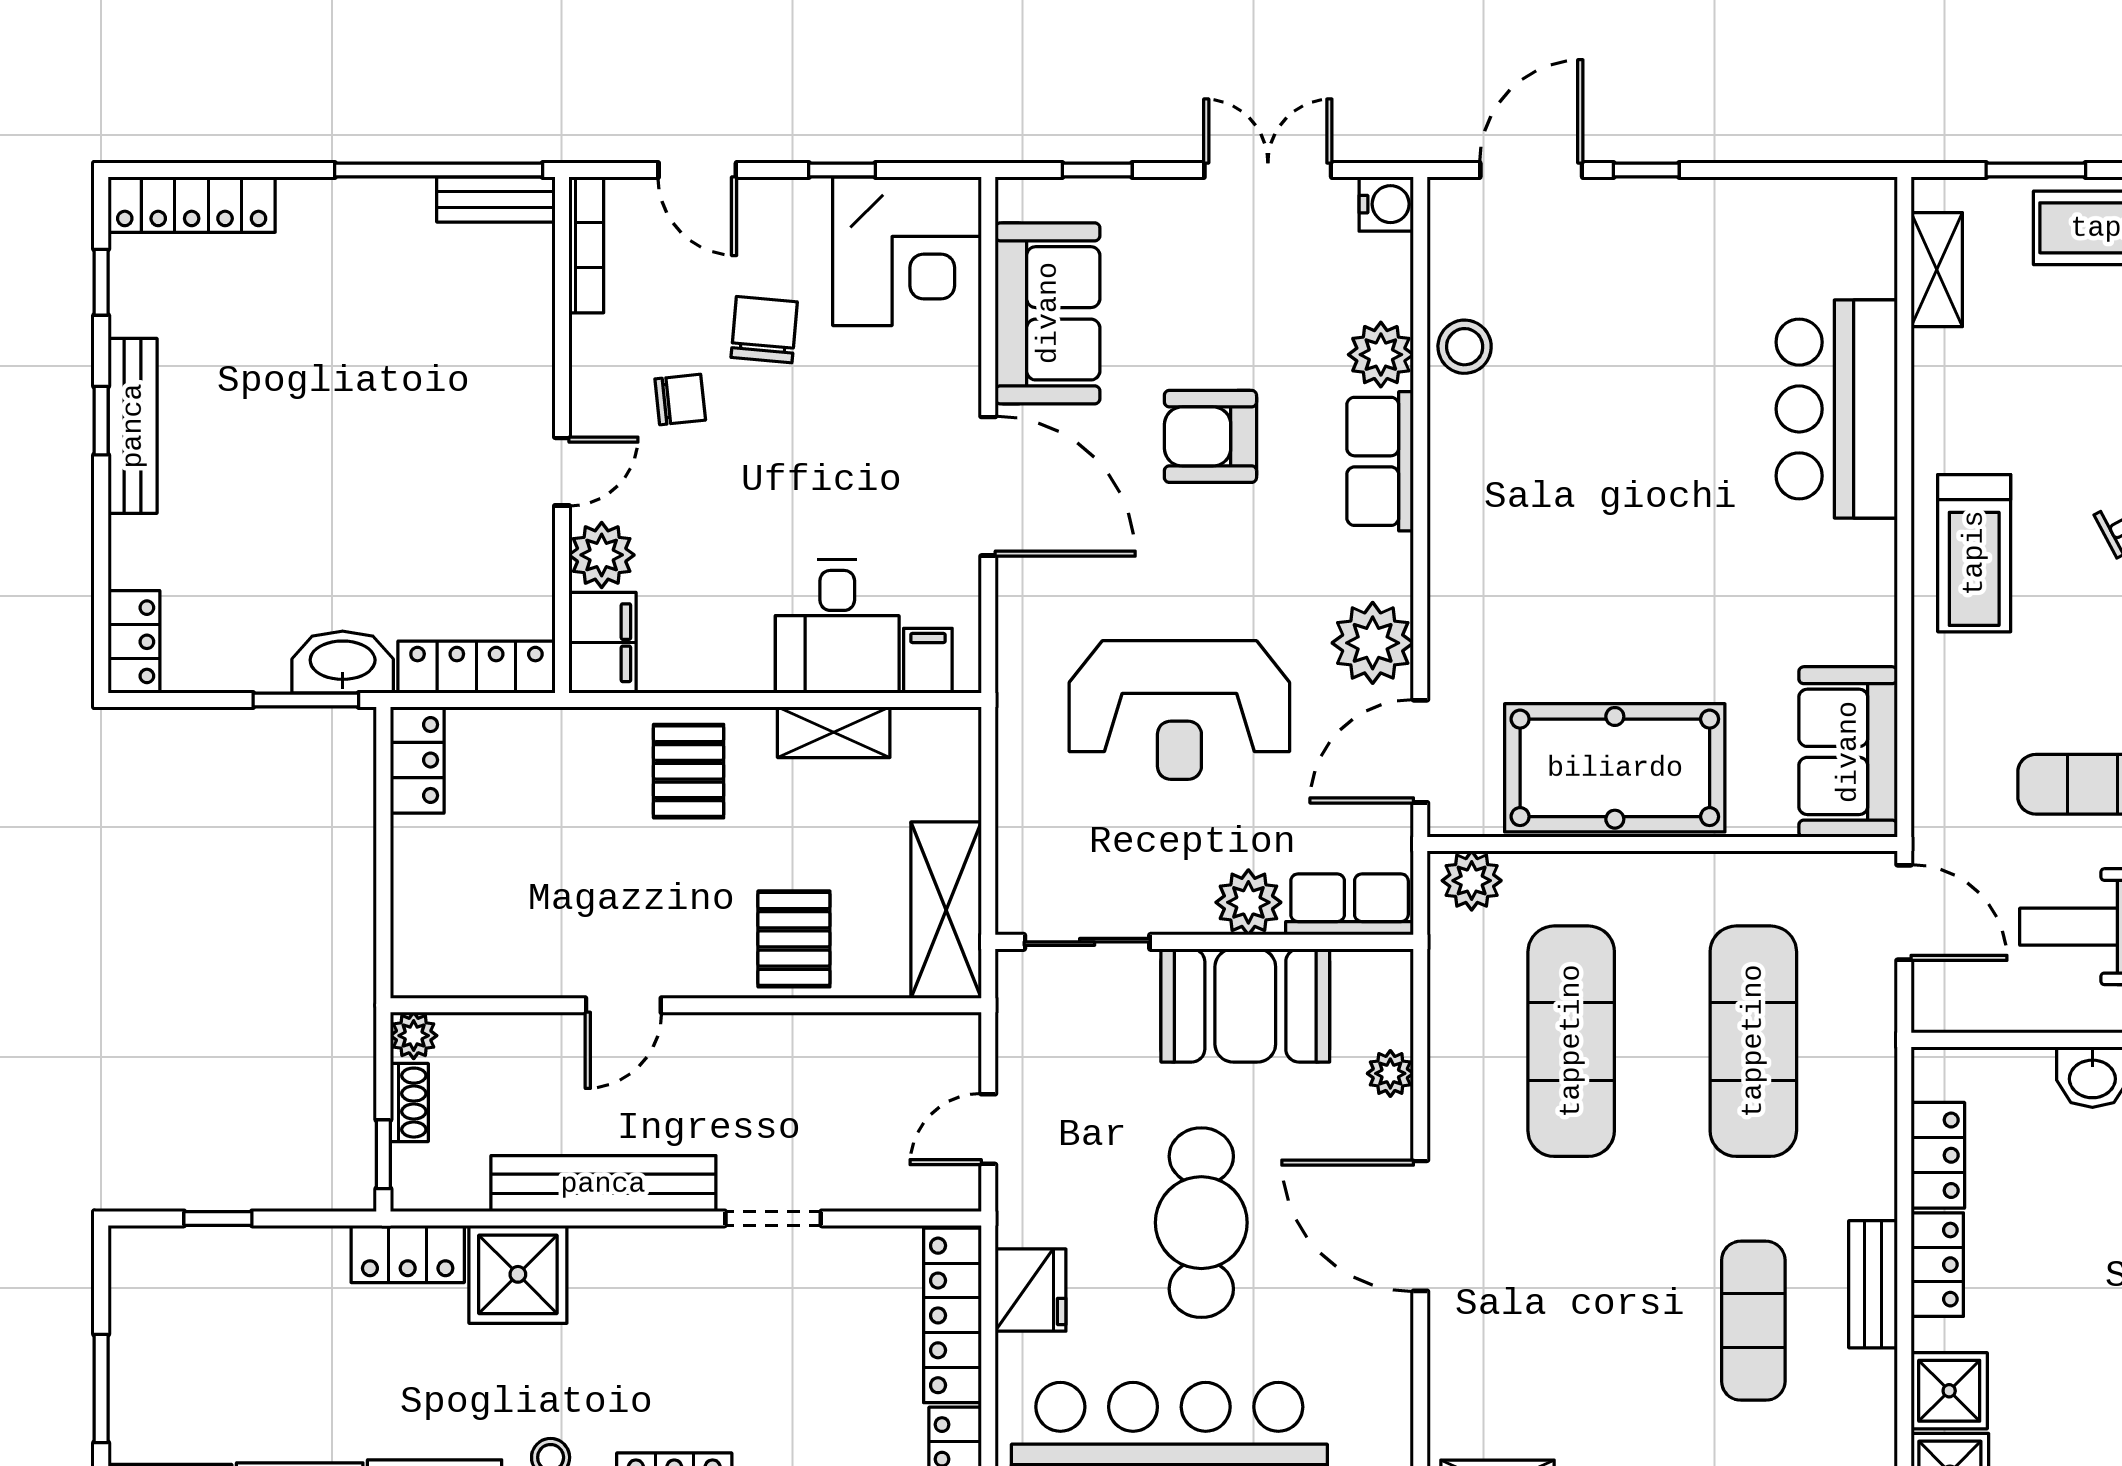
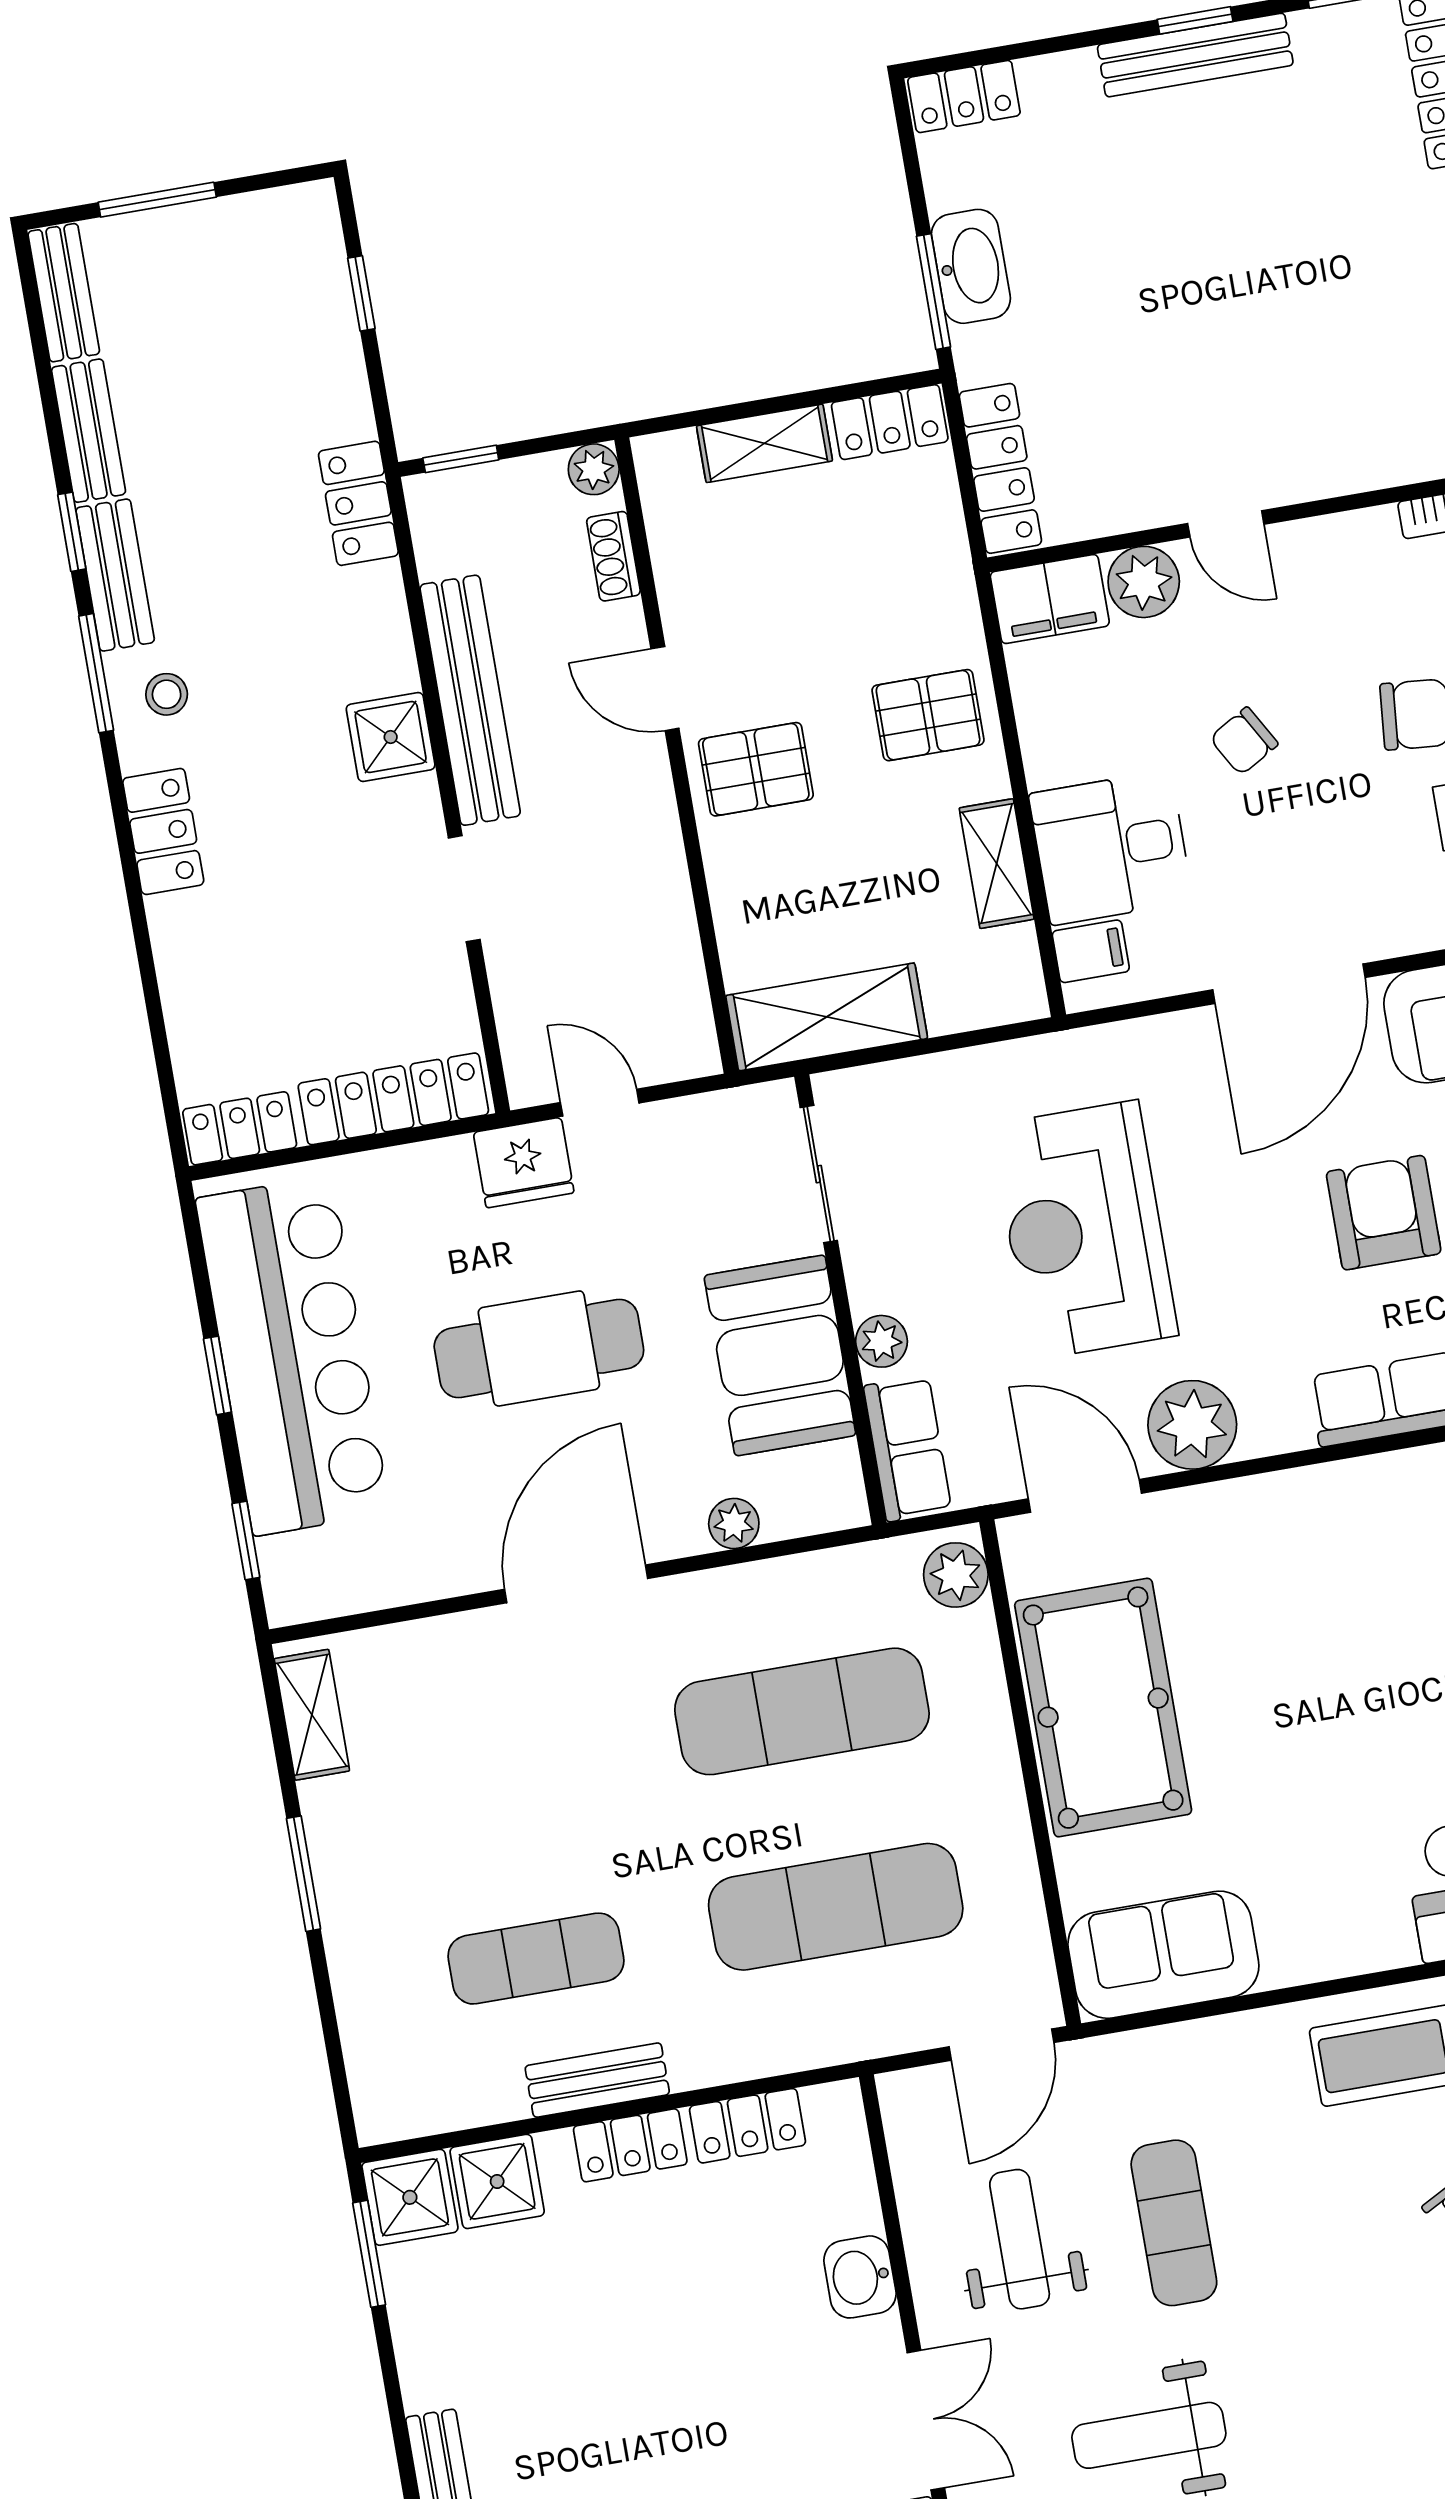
chair: (680, 400) -> (1244, 741), moved, turned 66
washbasin: (343, 662) -> (971, 266), moved
shelving: (417, 877) -> (764, 443), added
plant: (1248, 902) -> (881, 1341), width x0.73, depth x0.73
pallet: (794, 939) -> (756, 769), moved
shoe rack: (409, 1103) -> (613, 556), moved, turned 90
shower: (518, 1274) -> (391, 737), moved, width x0.73, depth x0.73
fridge: (1031, 1290) -> (524, 1163), moved

